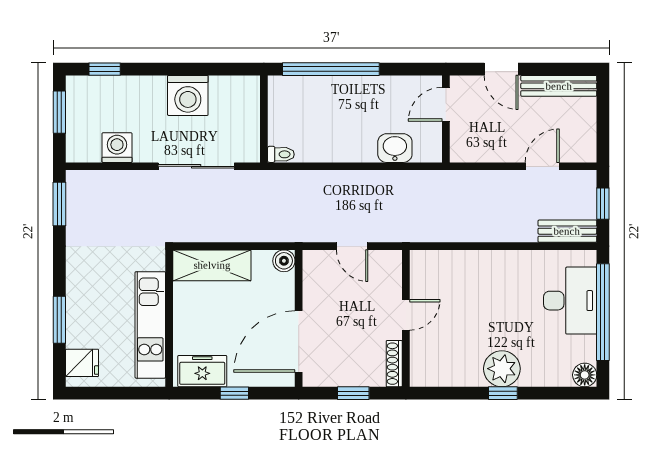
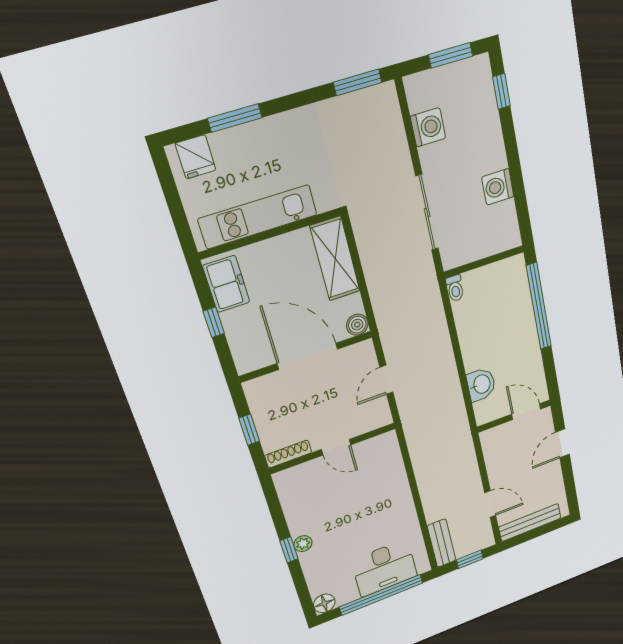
bench: (559, 86) -> (530, 522), moved, turned 90
washing machine: (188, 95) -> (498, 187), width x0.73, depth x0.73
door: (299, 341) -> (307, 356), moved
plant: (502, 369) -> (303, 544), width x0.53, depth x0.53

